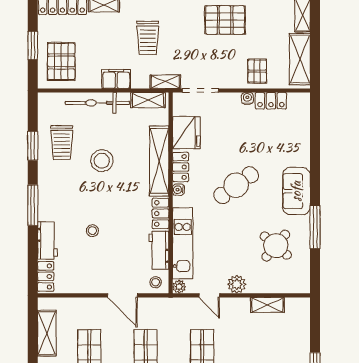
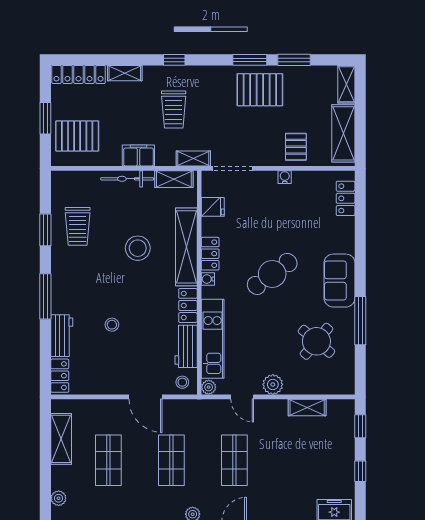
pallet: (61, 61) -> (77, 136), turned 90
locker: (271, 101) -> (346, 198), moved, turned 90
bicycle: (97, 103) -> (127, 179), width x0.73, depth x0.71
fridge: (186, 133) -> (213, 207), width x0.53, depth x0.75
stool: (102, 161) -> (138, 248), moved
window: (315, 322) -> (360, 426), added

